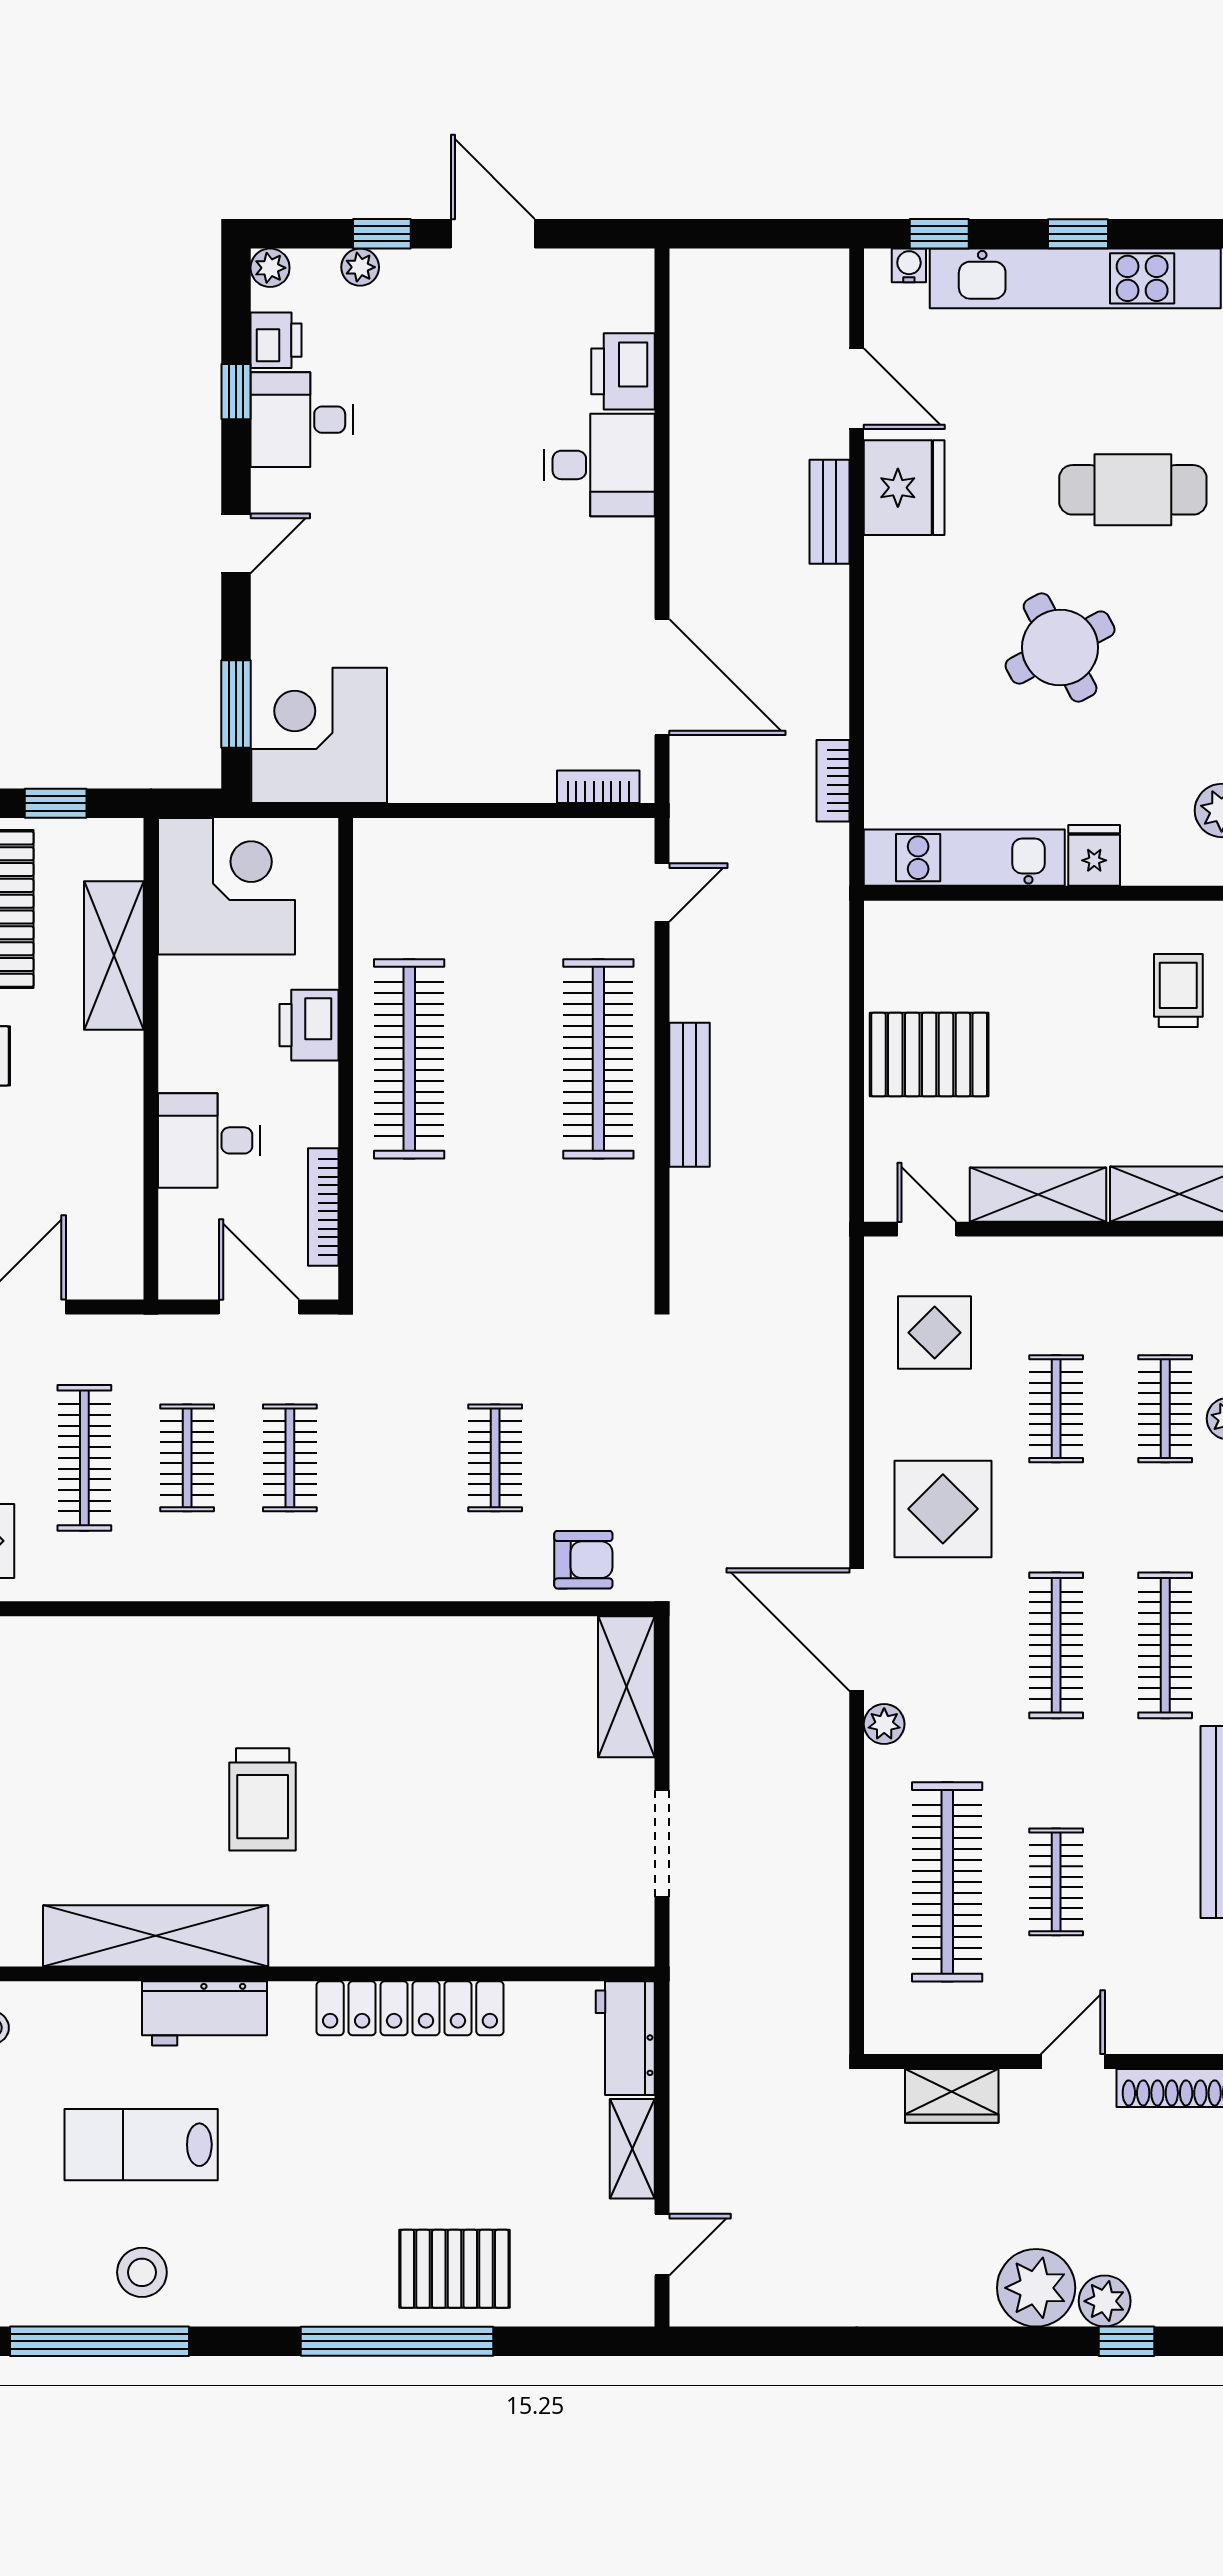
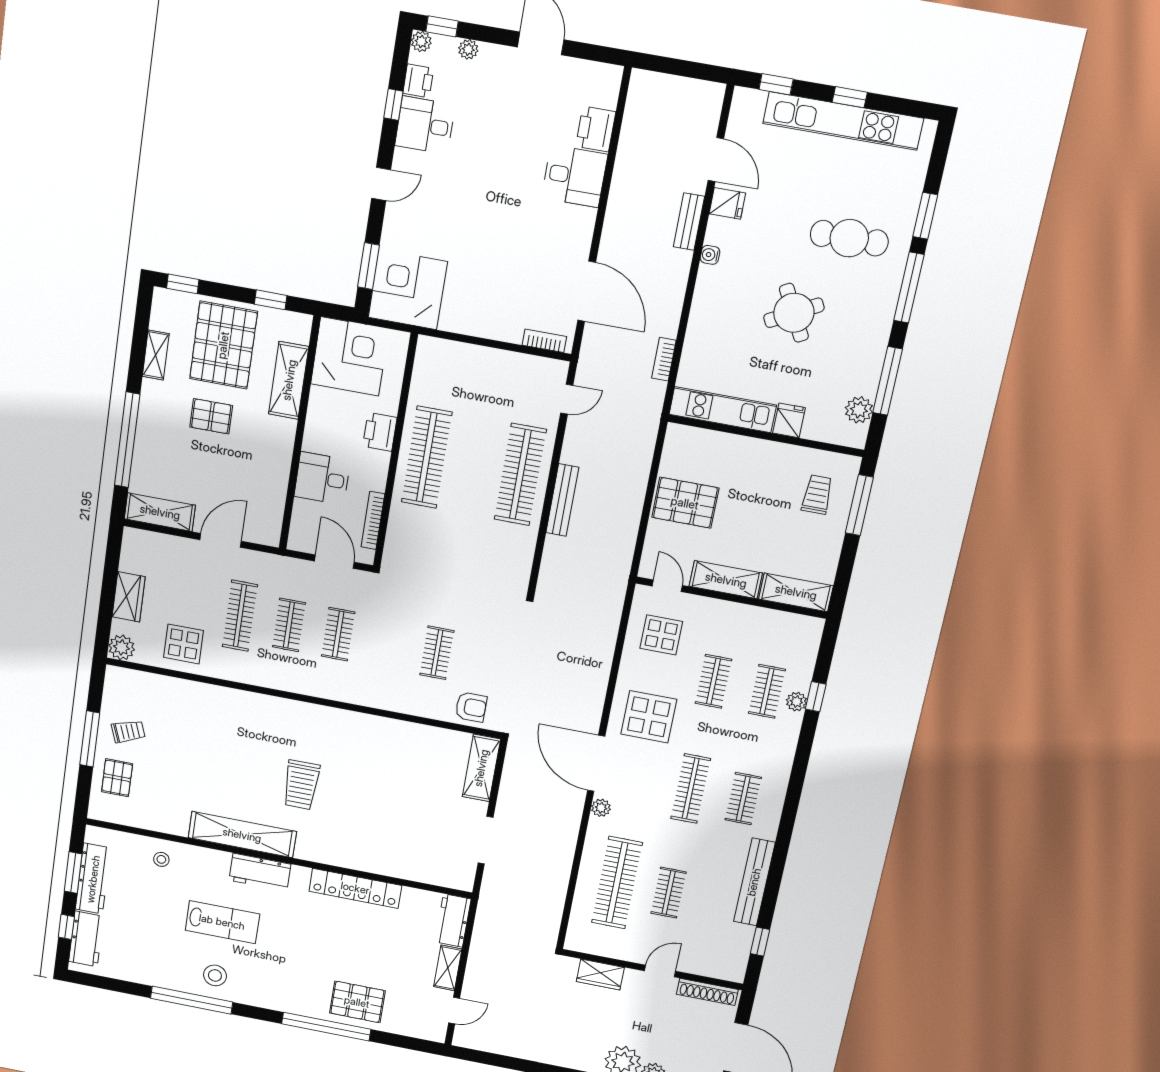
window: (382, 234) -> (442, 26), moved
water cooler: (909, 265) -> (710, 255), moved, turned -90
fridge: (904, 488) -> (727, 203), width x0.53, depth x0.75
clothes rail: (1165, 1645) -> (743, 799), width x0.73
lab bench: (141, 2145) -> (222, 922), turned 180

